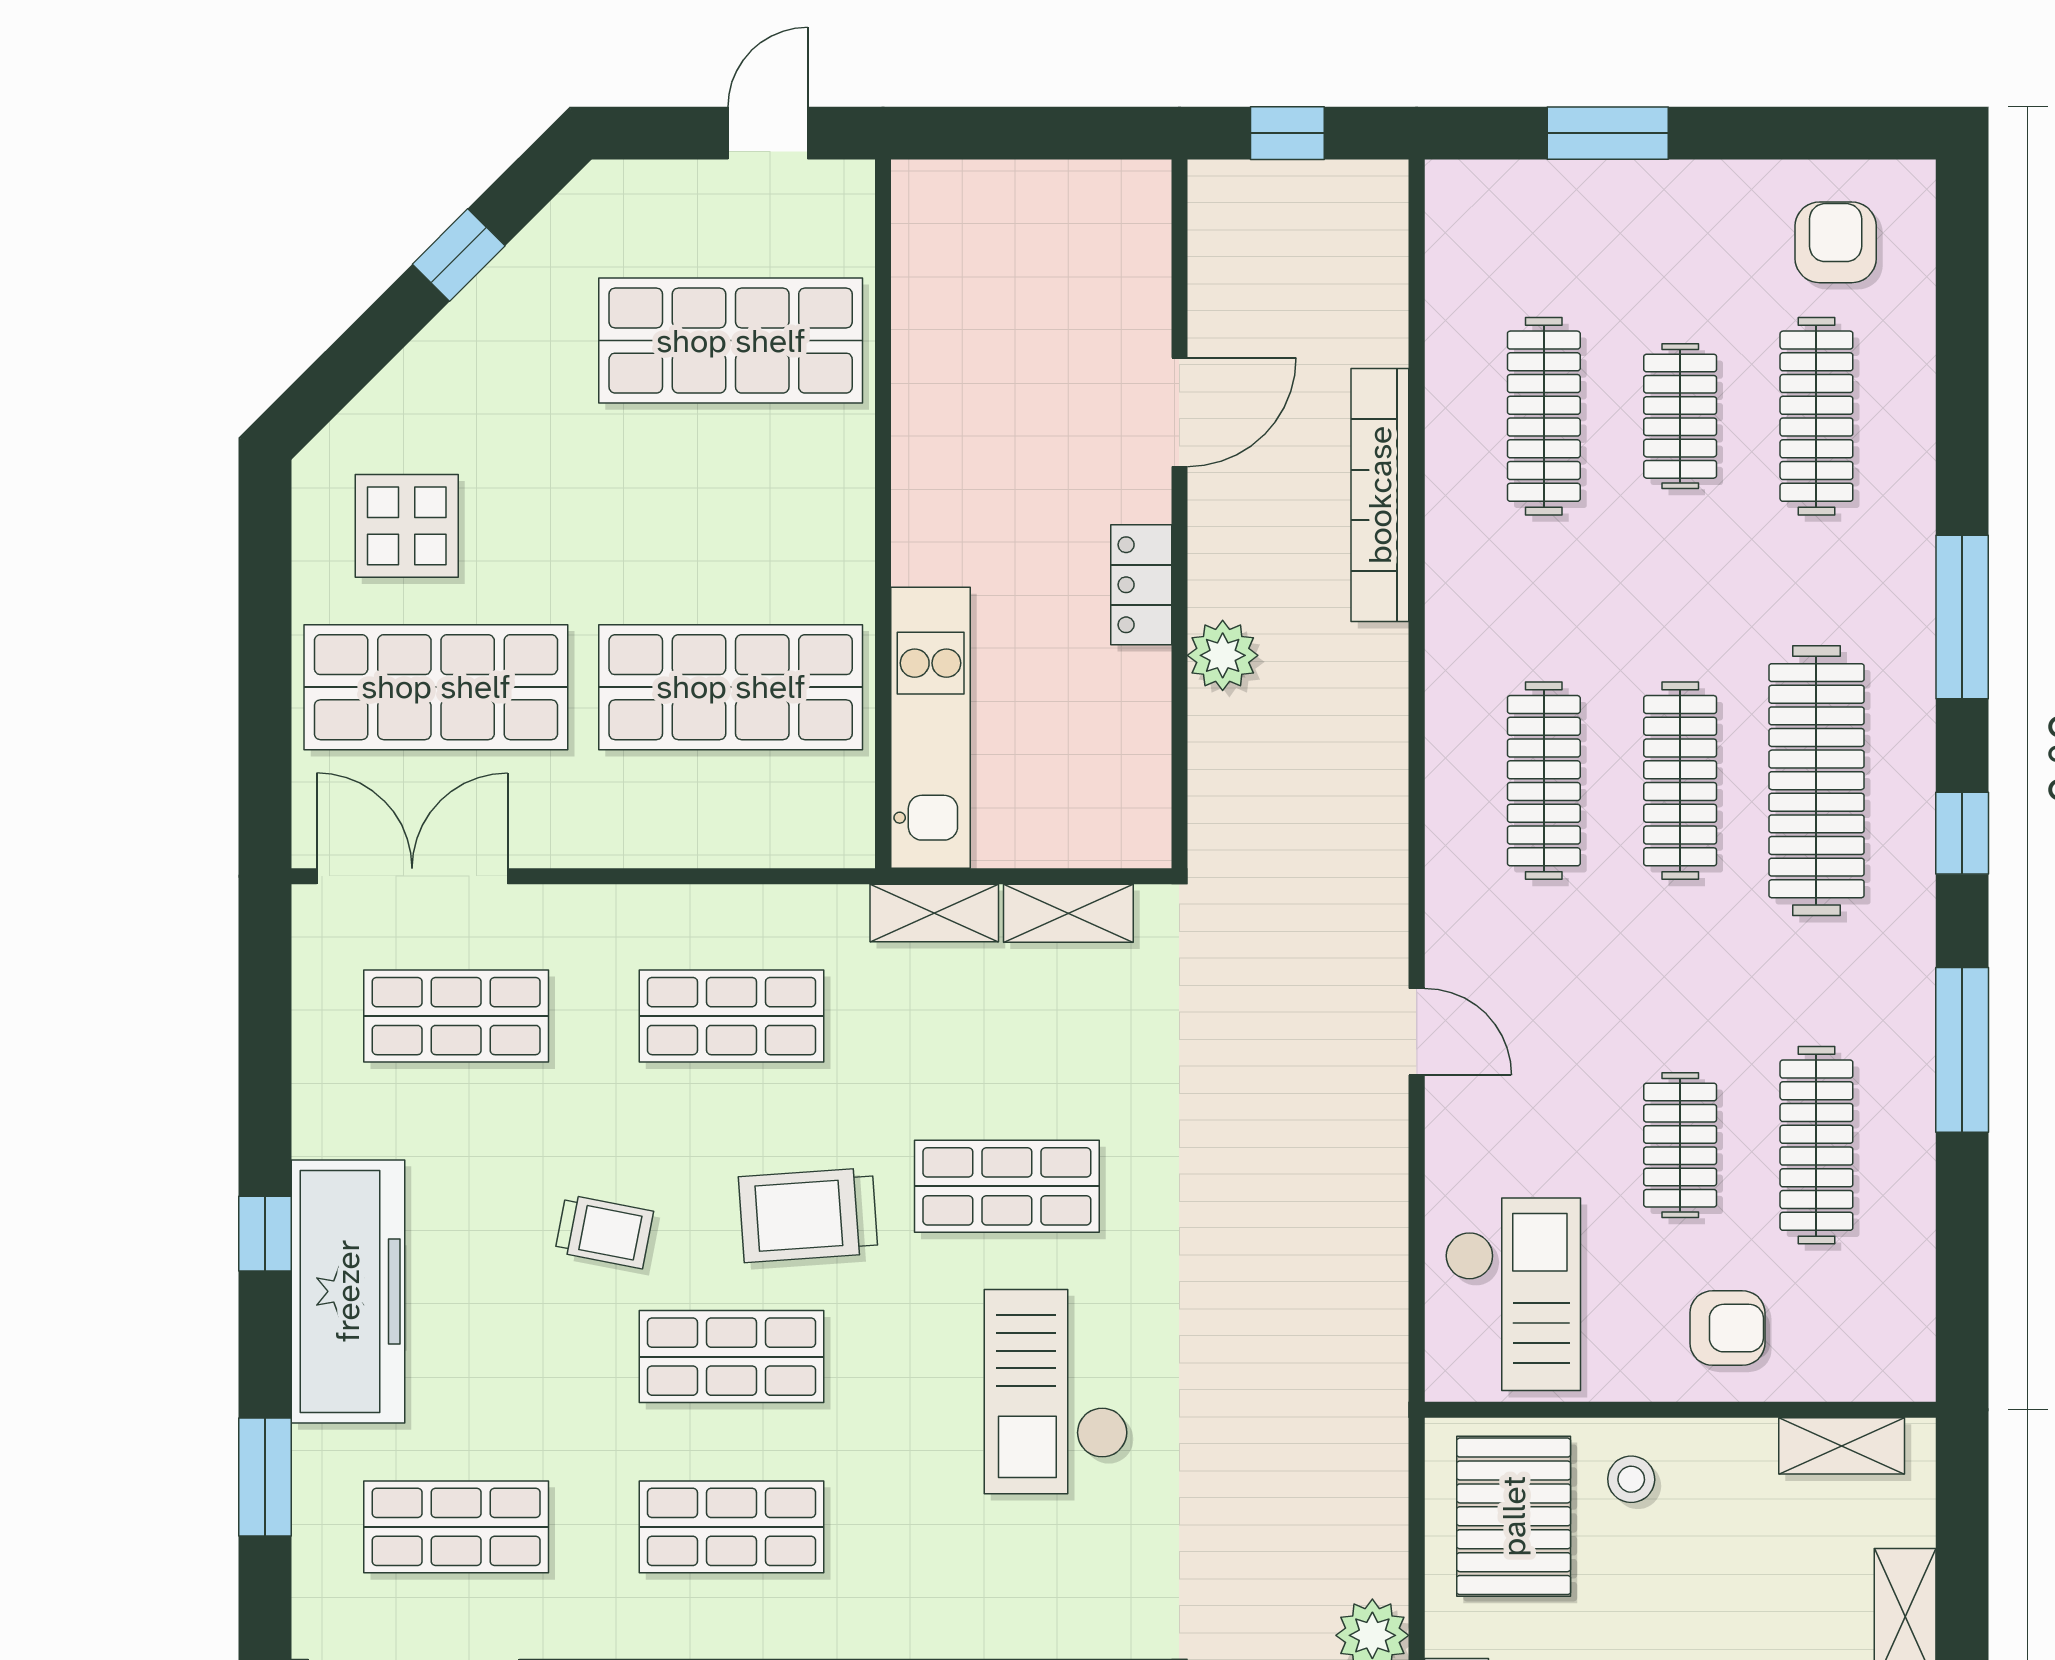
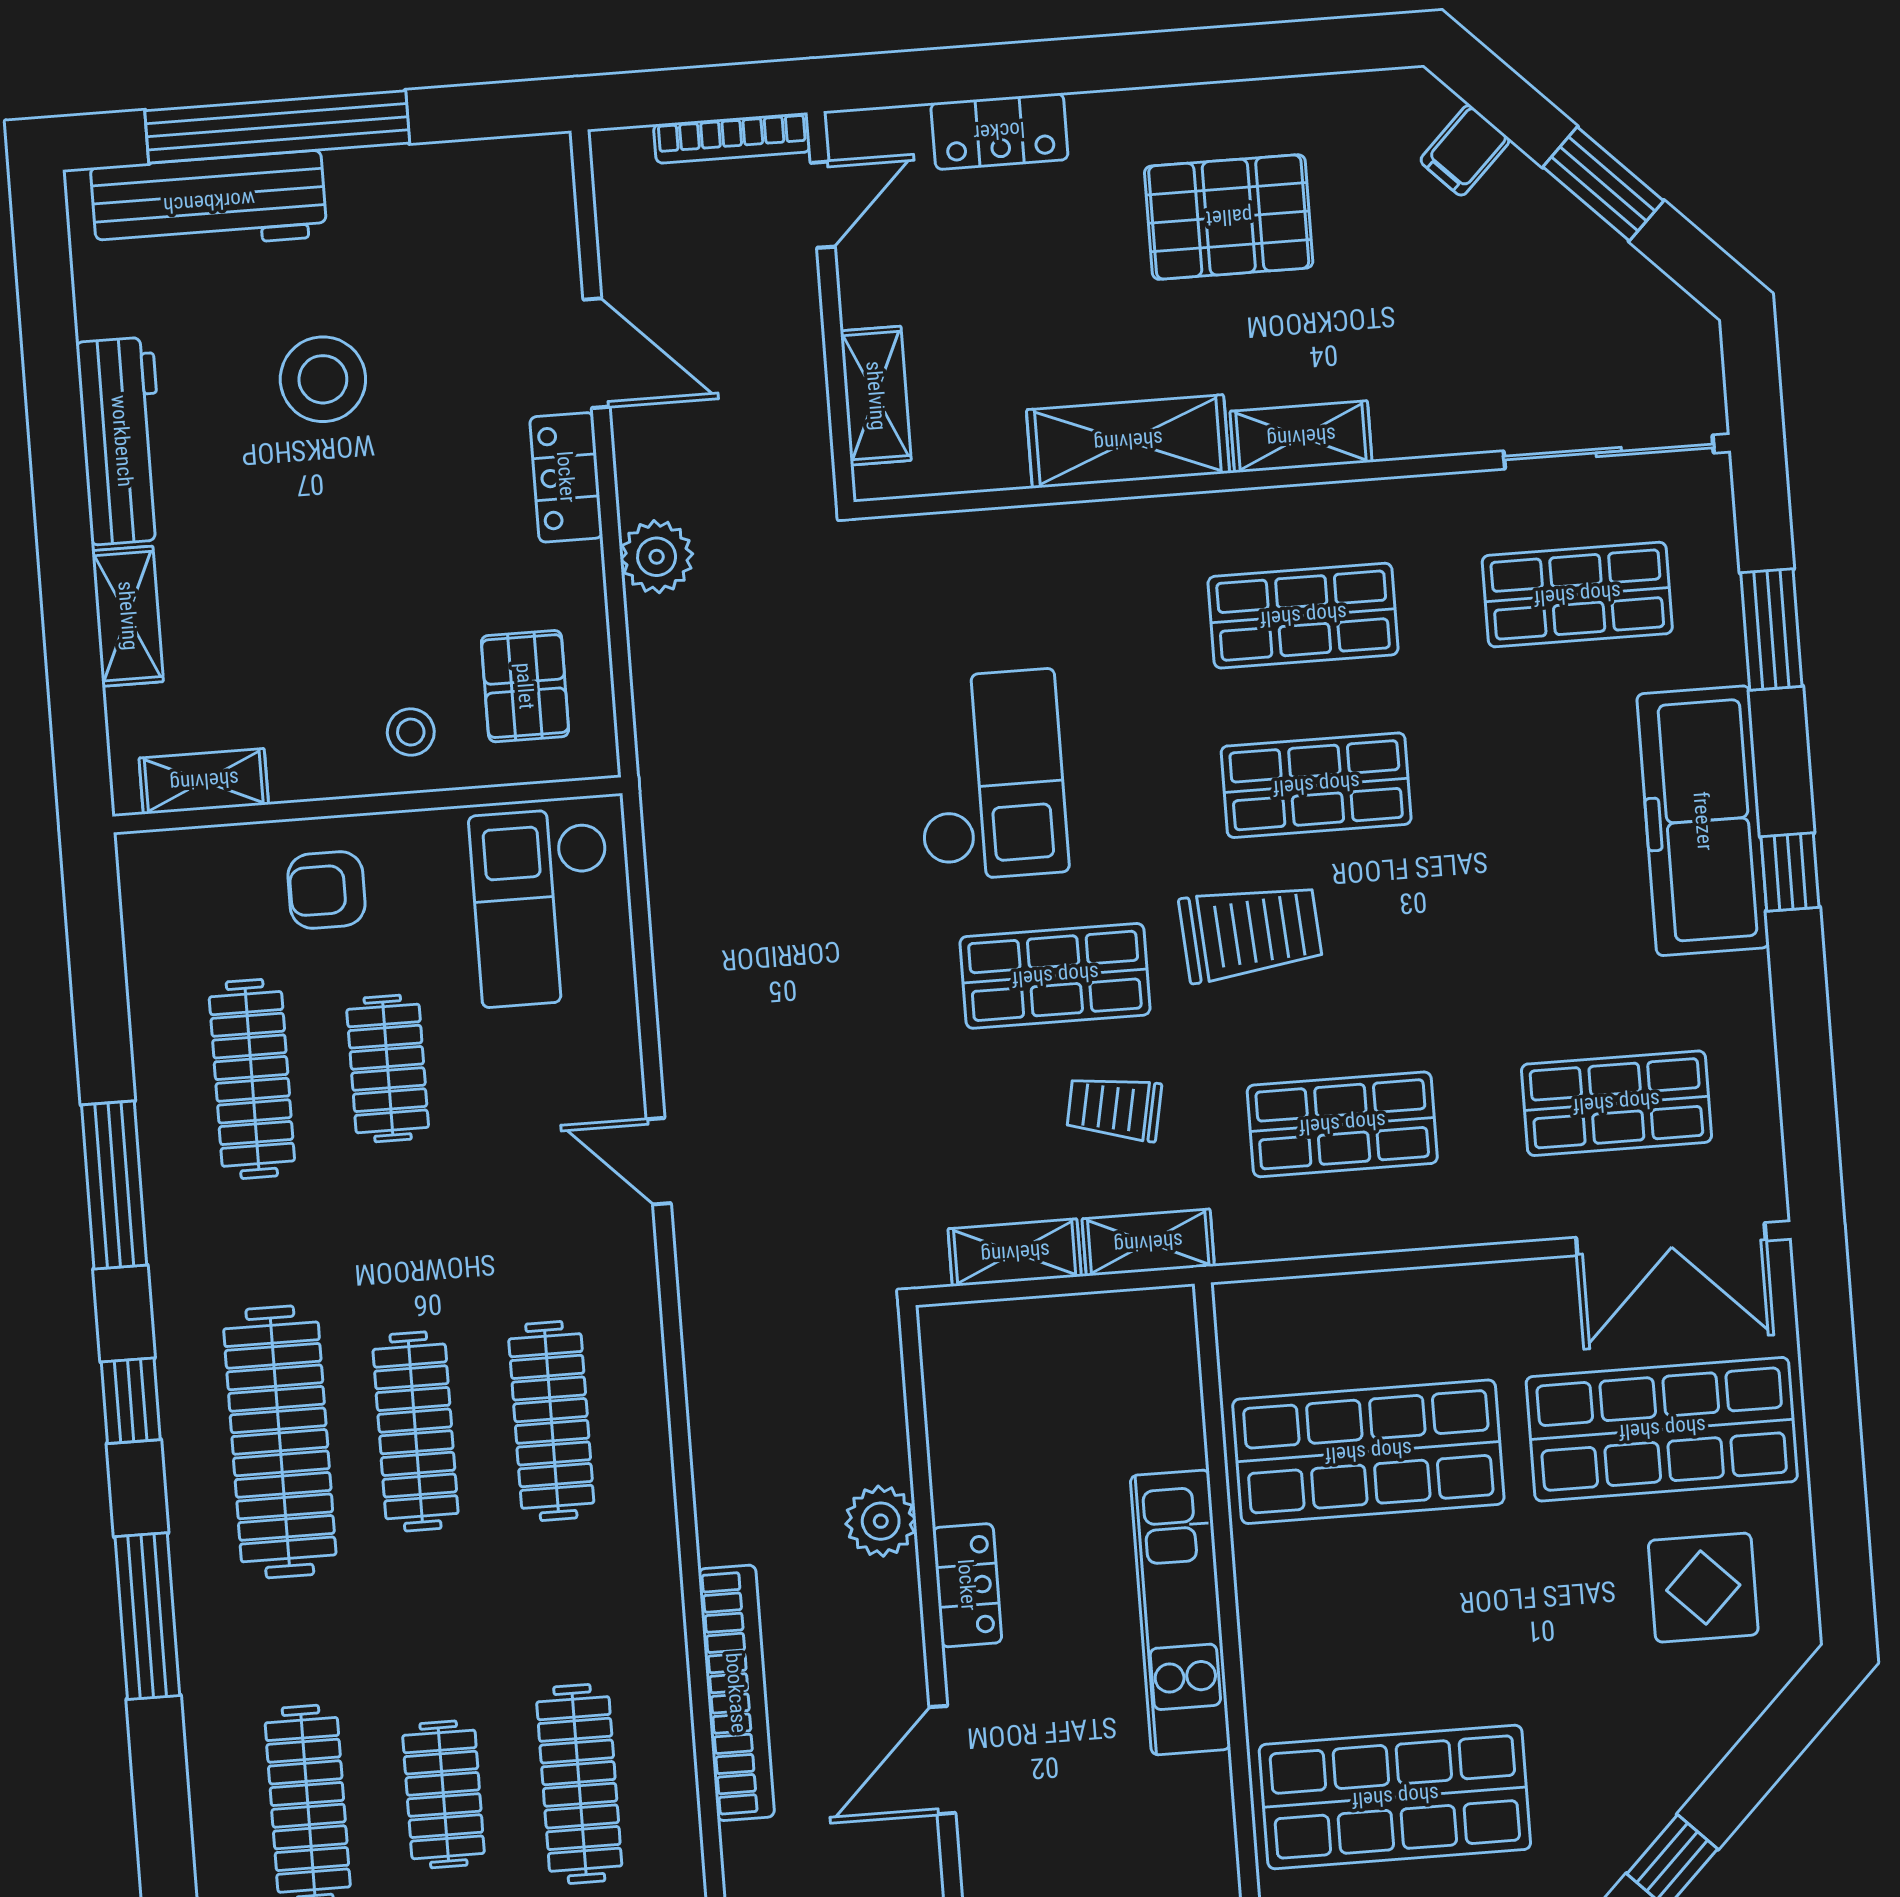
kitchen unit: (931, 728) -> (1180, 1612), moved
trolley: (604, 1232) -> (1114, 1108), moved
pallet: (1514, 1516) -> (525, 686), width x0.67, depth x0.71

